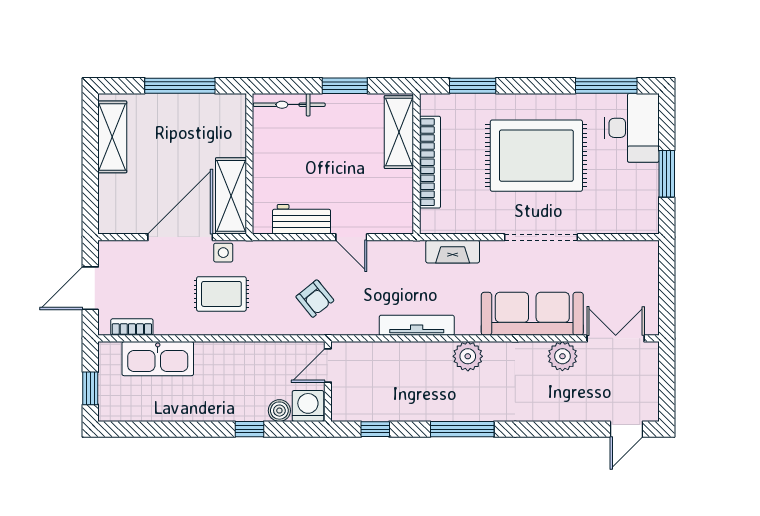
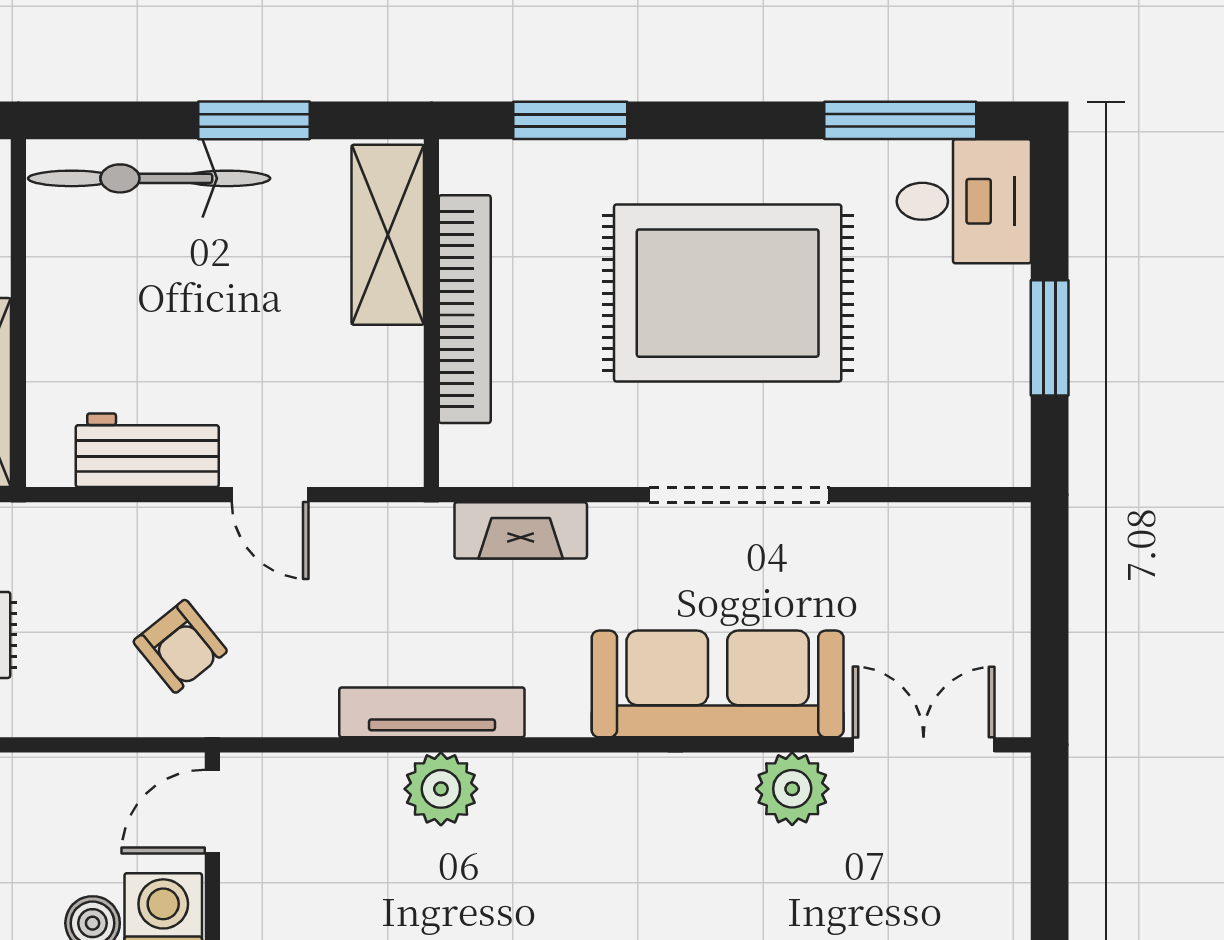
bicycle: (289, 105) -> (149, 178), width x1.37, depth x1.40
desk: (632, 128) -> (964, 201), width x0.73
plant: (468, 356) -> (441, 789), moved

